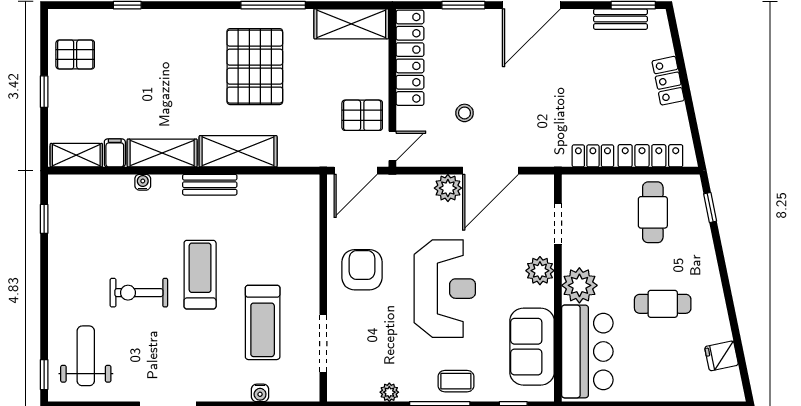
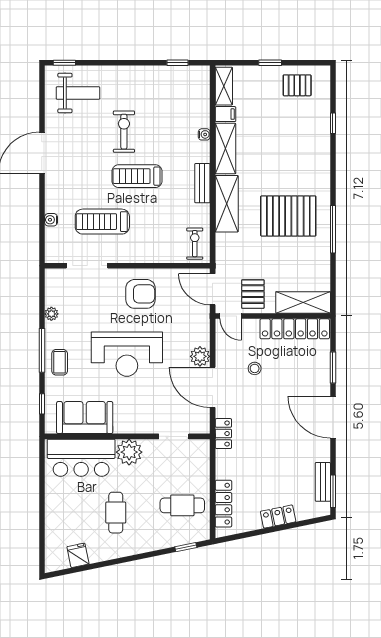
shelving: (351, 24) -> (303, 302), moved, turned 90
pallet: (75, 55) -> (297, 85), turned 90
locker: (593, 156) -> (223, 434), moved
exercise bike: (293, 195) -> (195, 244), added
plant: (540, 271) -> (140, 423), removed
treadmill: (200, 275) -> (137, 176), turned 180

